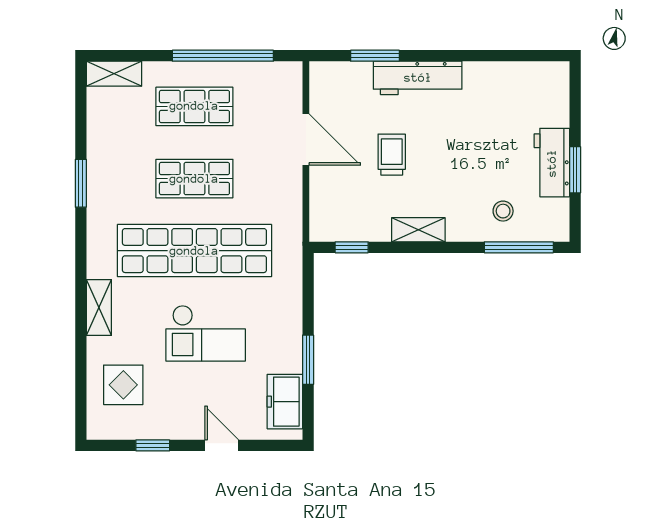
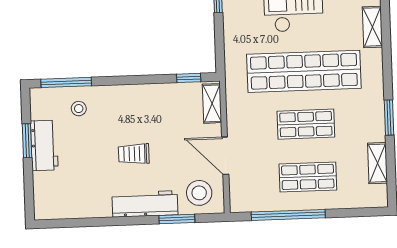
shelving: (114, 74) -> (378, 163), moved, turned 90
stool: (343, 90) -> (199, 193), added
trolley: (392, 155) -> (134, 154), moved, turned 90
shelving: (418, 230) -> (212, 103), moved, turned 90

